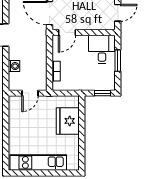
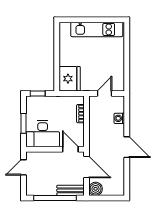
door: (67, 33) -> (70, 149), hinge flipped
desk: (102, 49) -> (43, 134), width x1.37
fridge: (68, 121) -> (70, 79), moved

